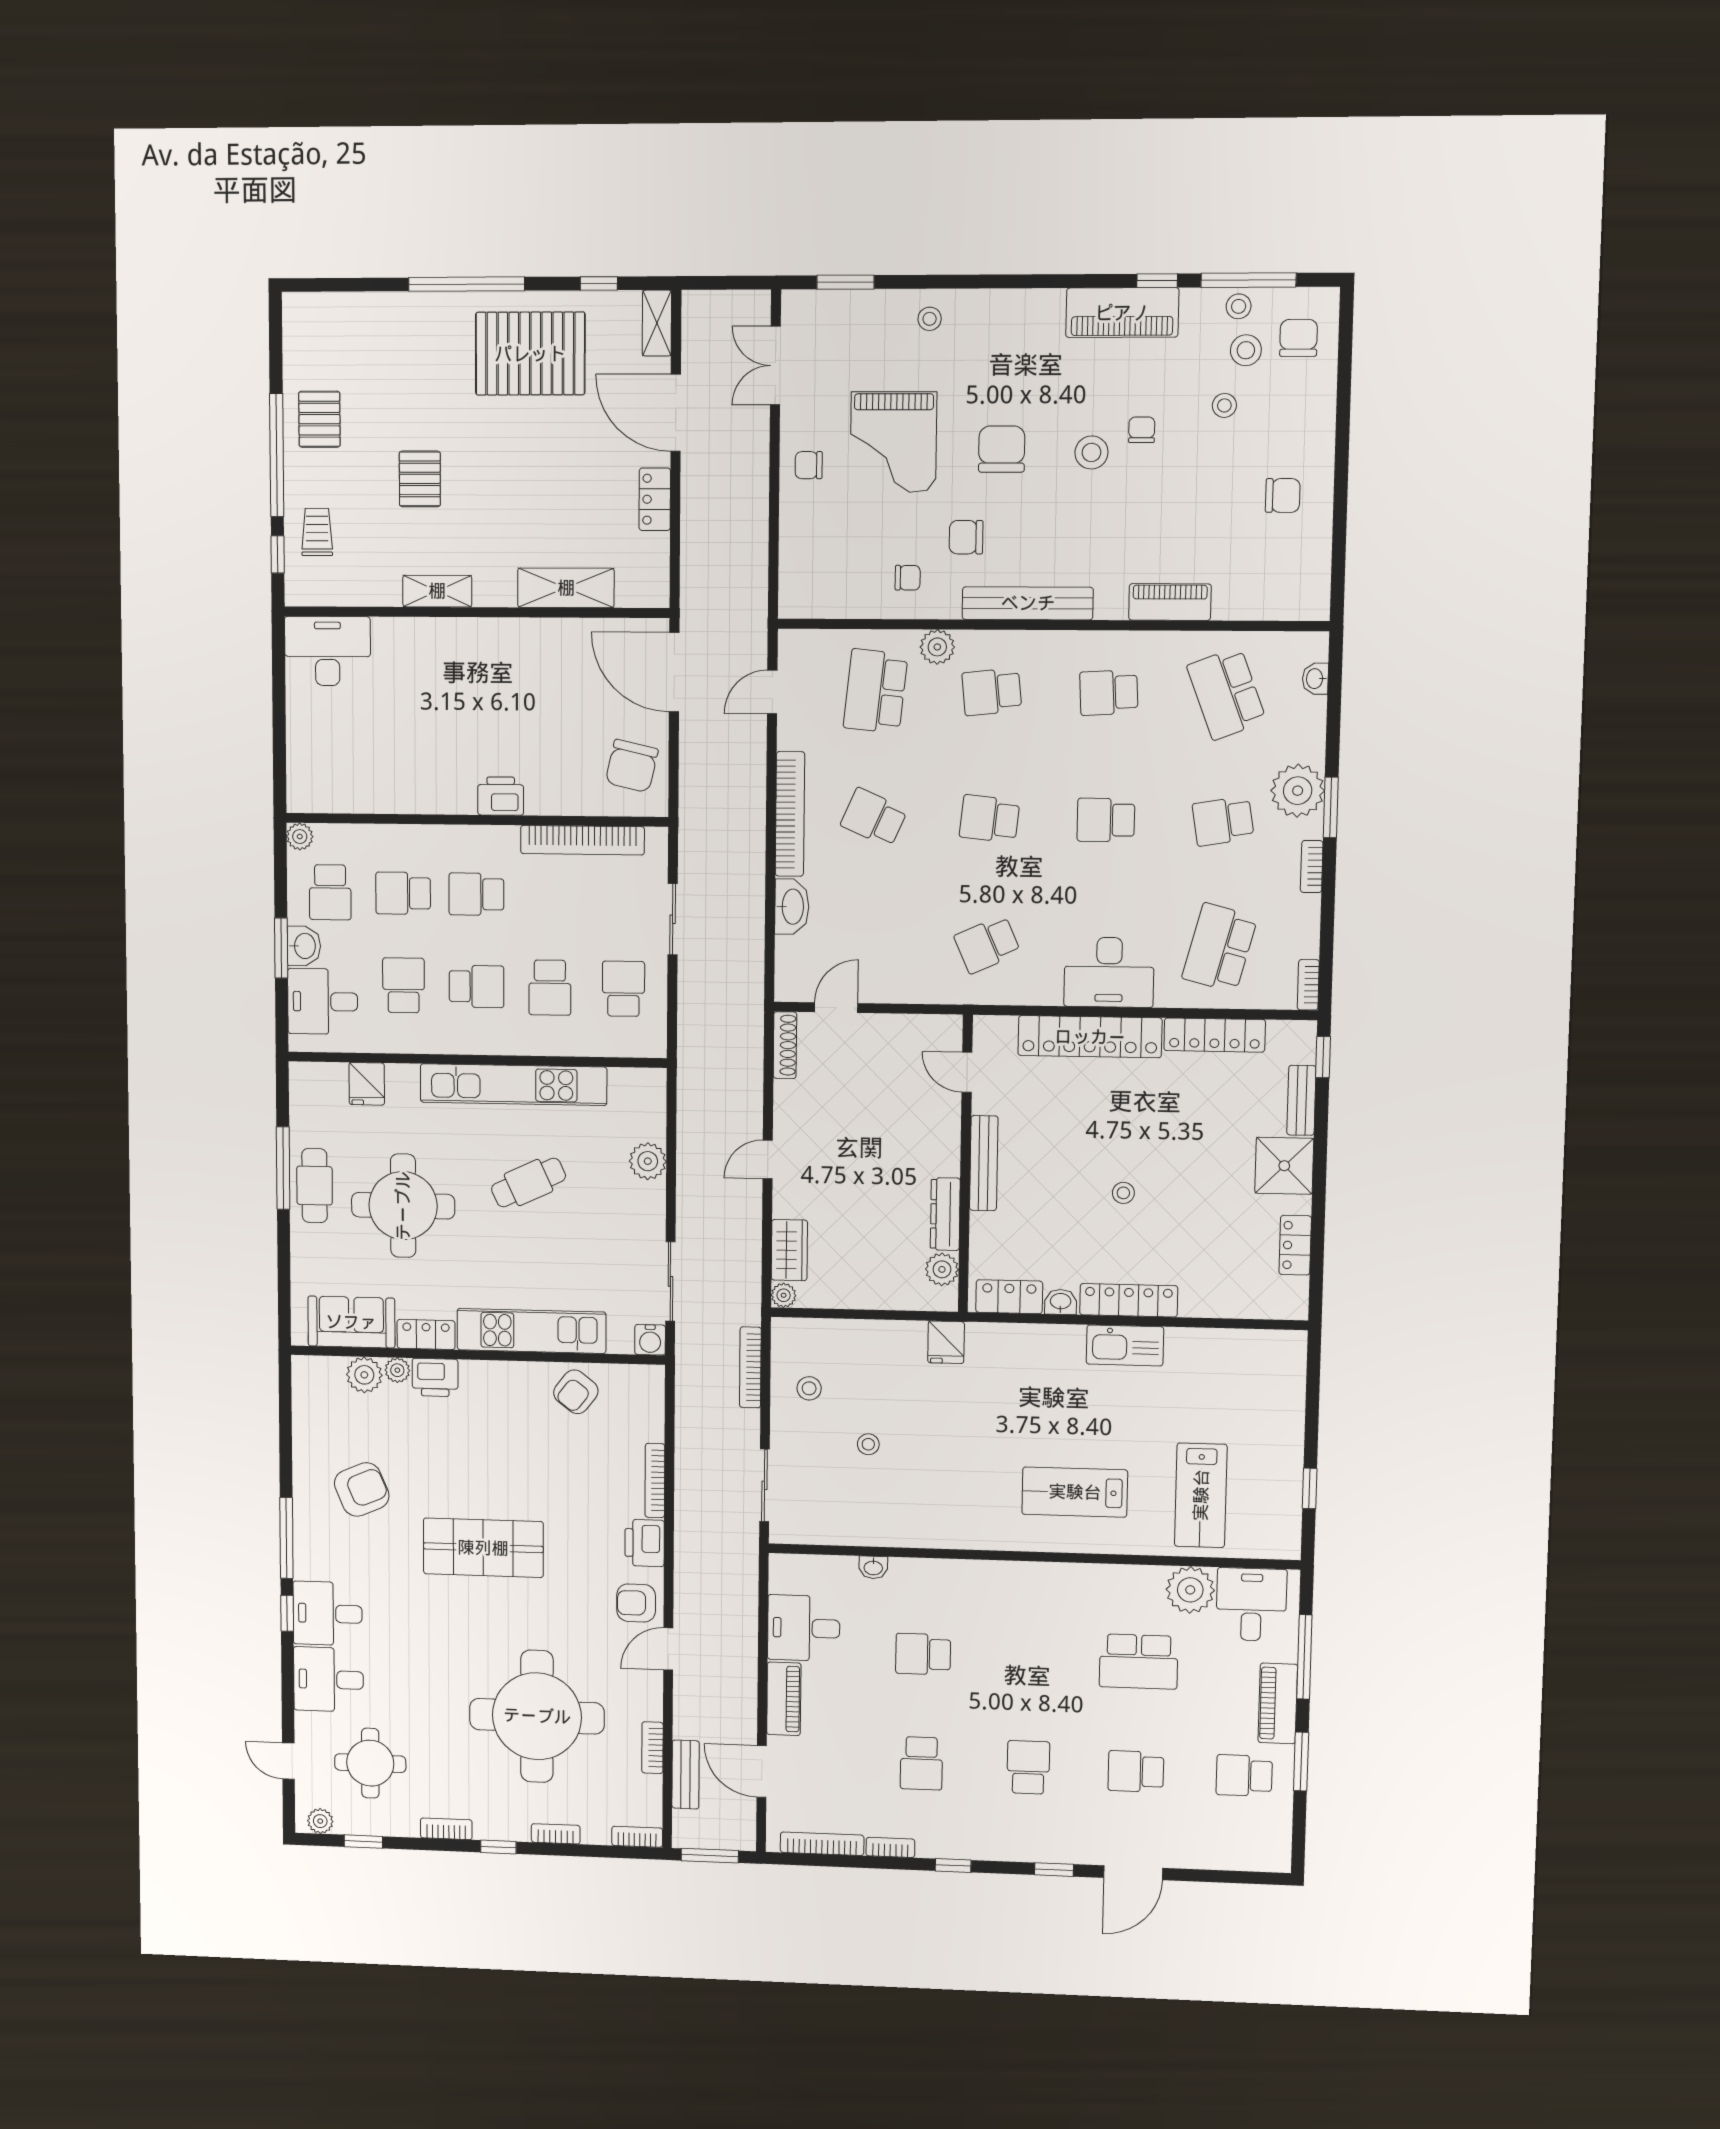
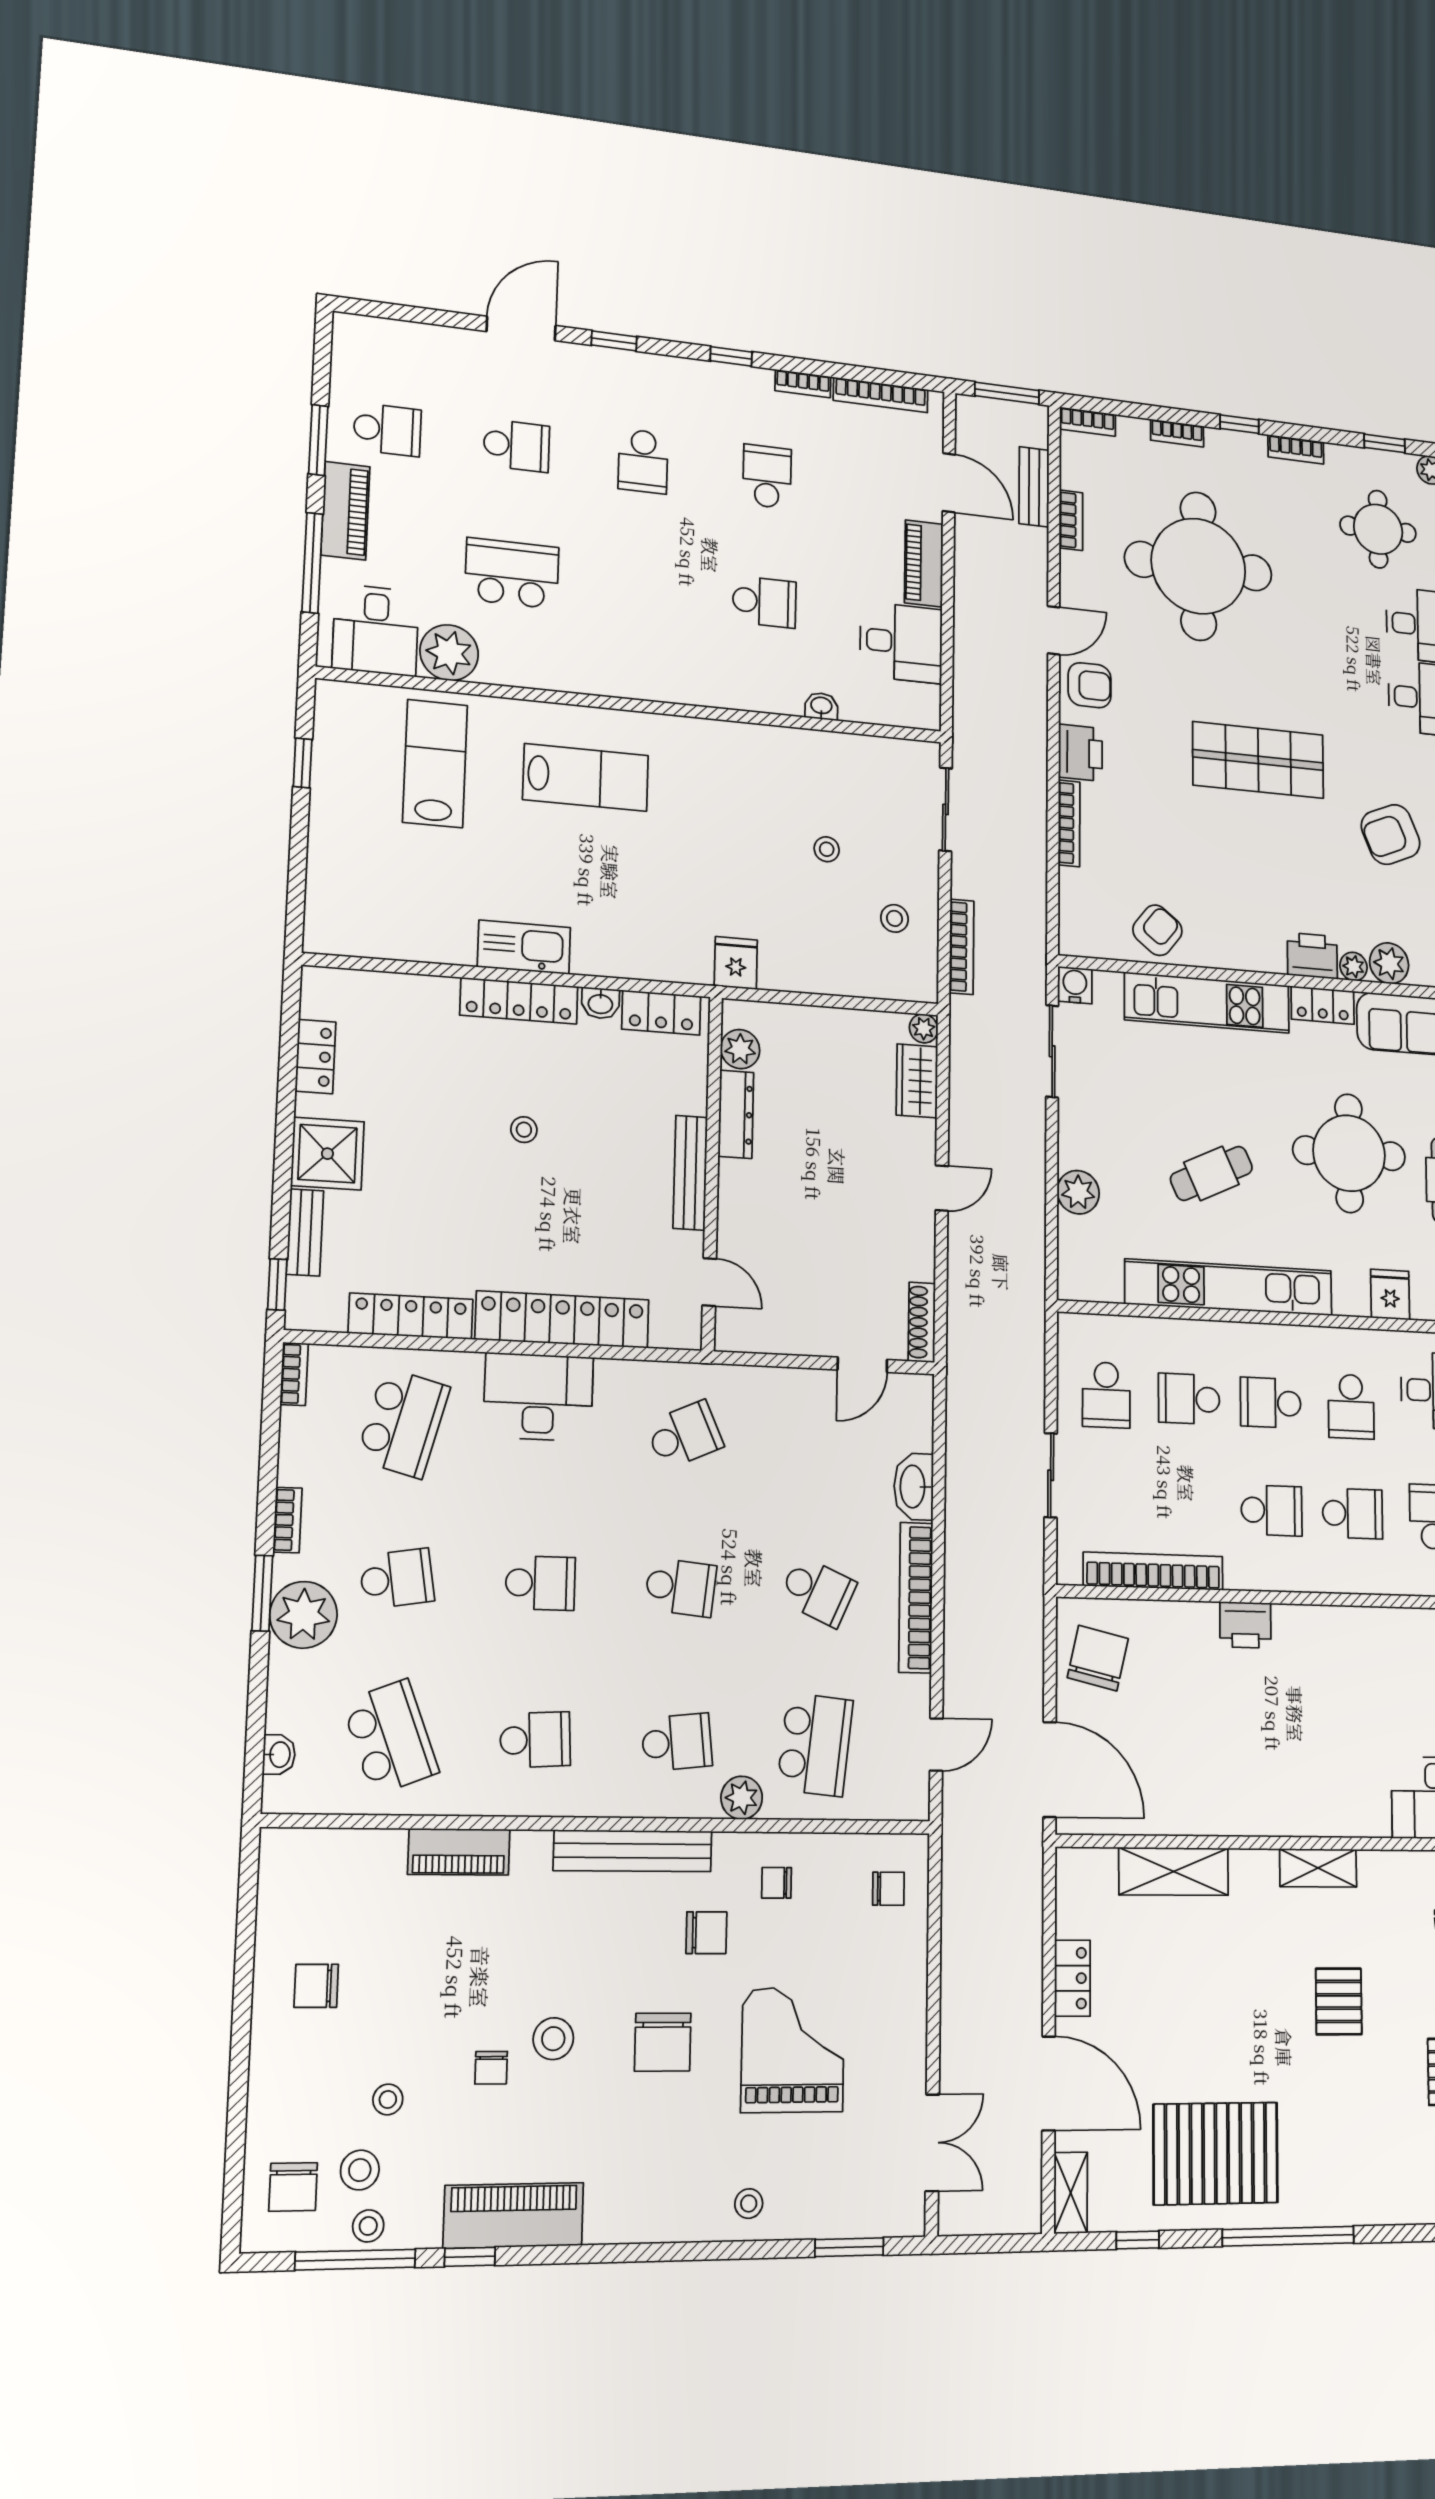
chair: (809, 465) -> (888, 1889), moved
school desk: (550, 988) -> (1189, 1399), turned -90

